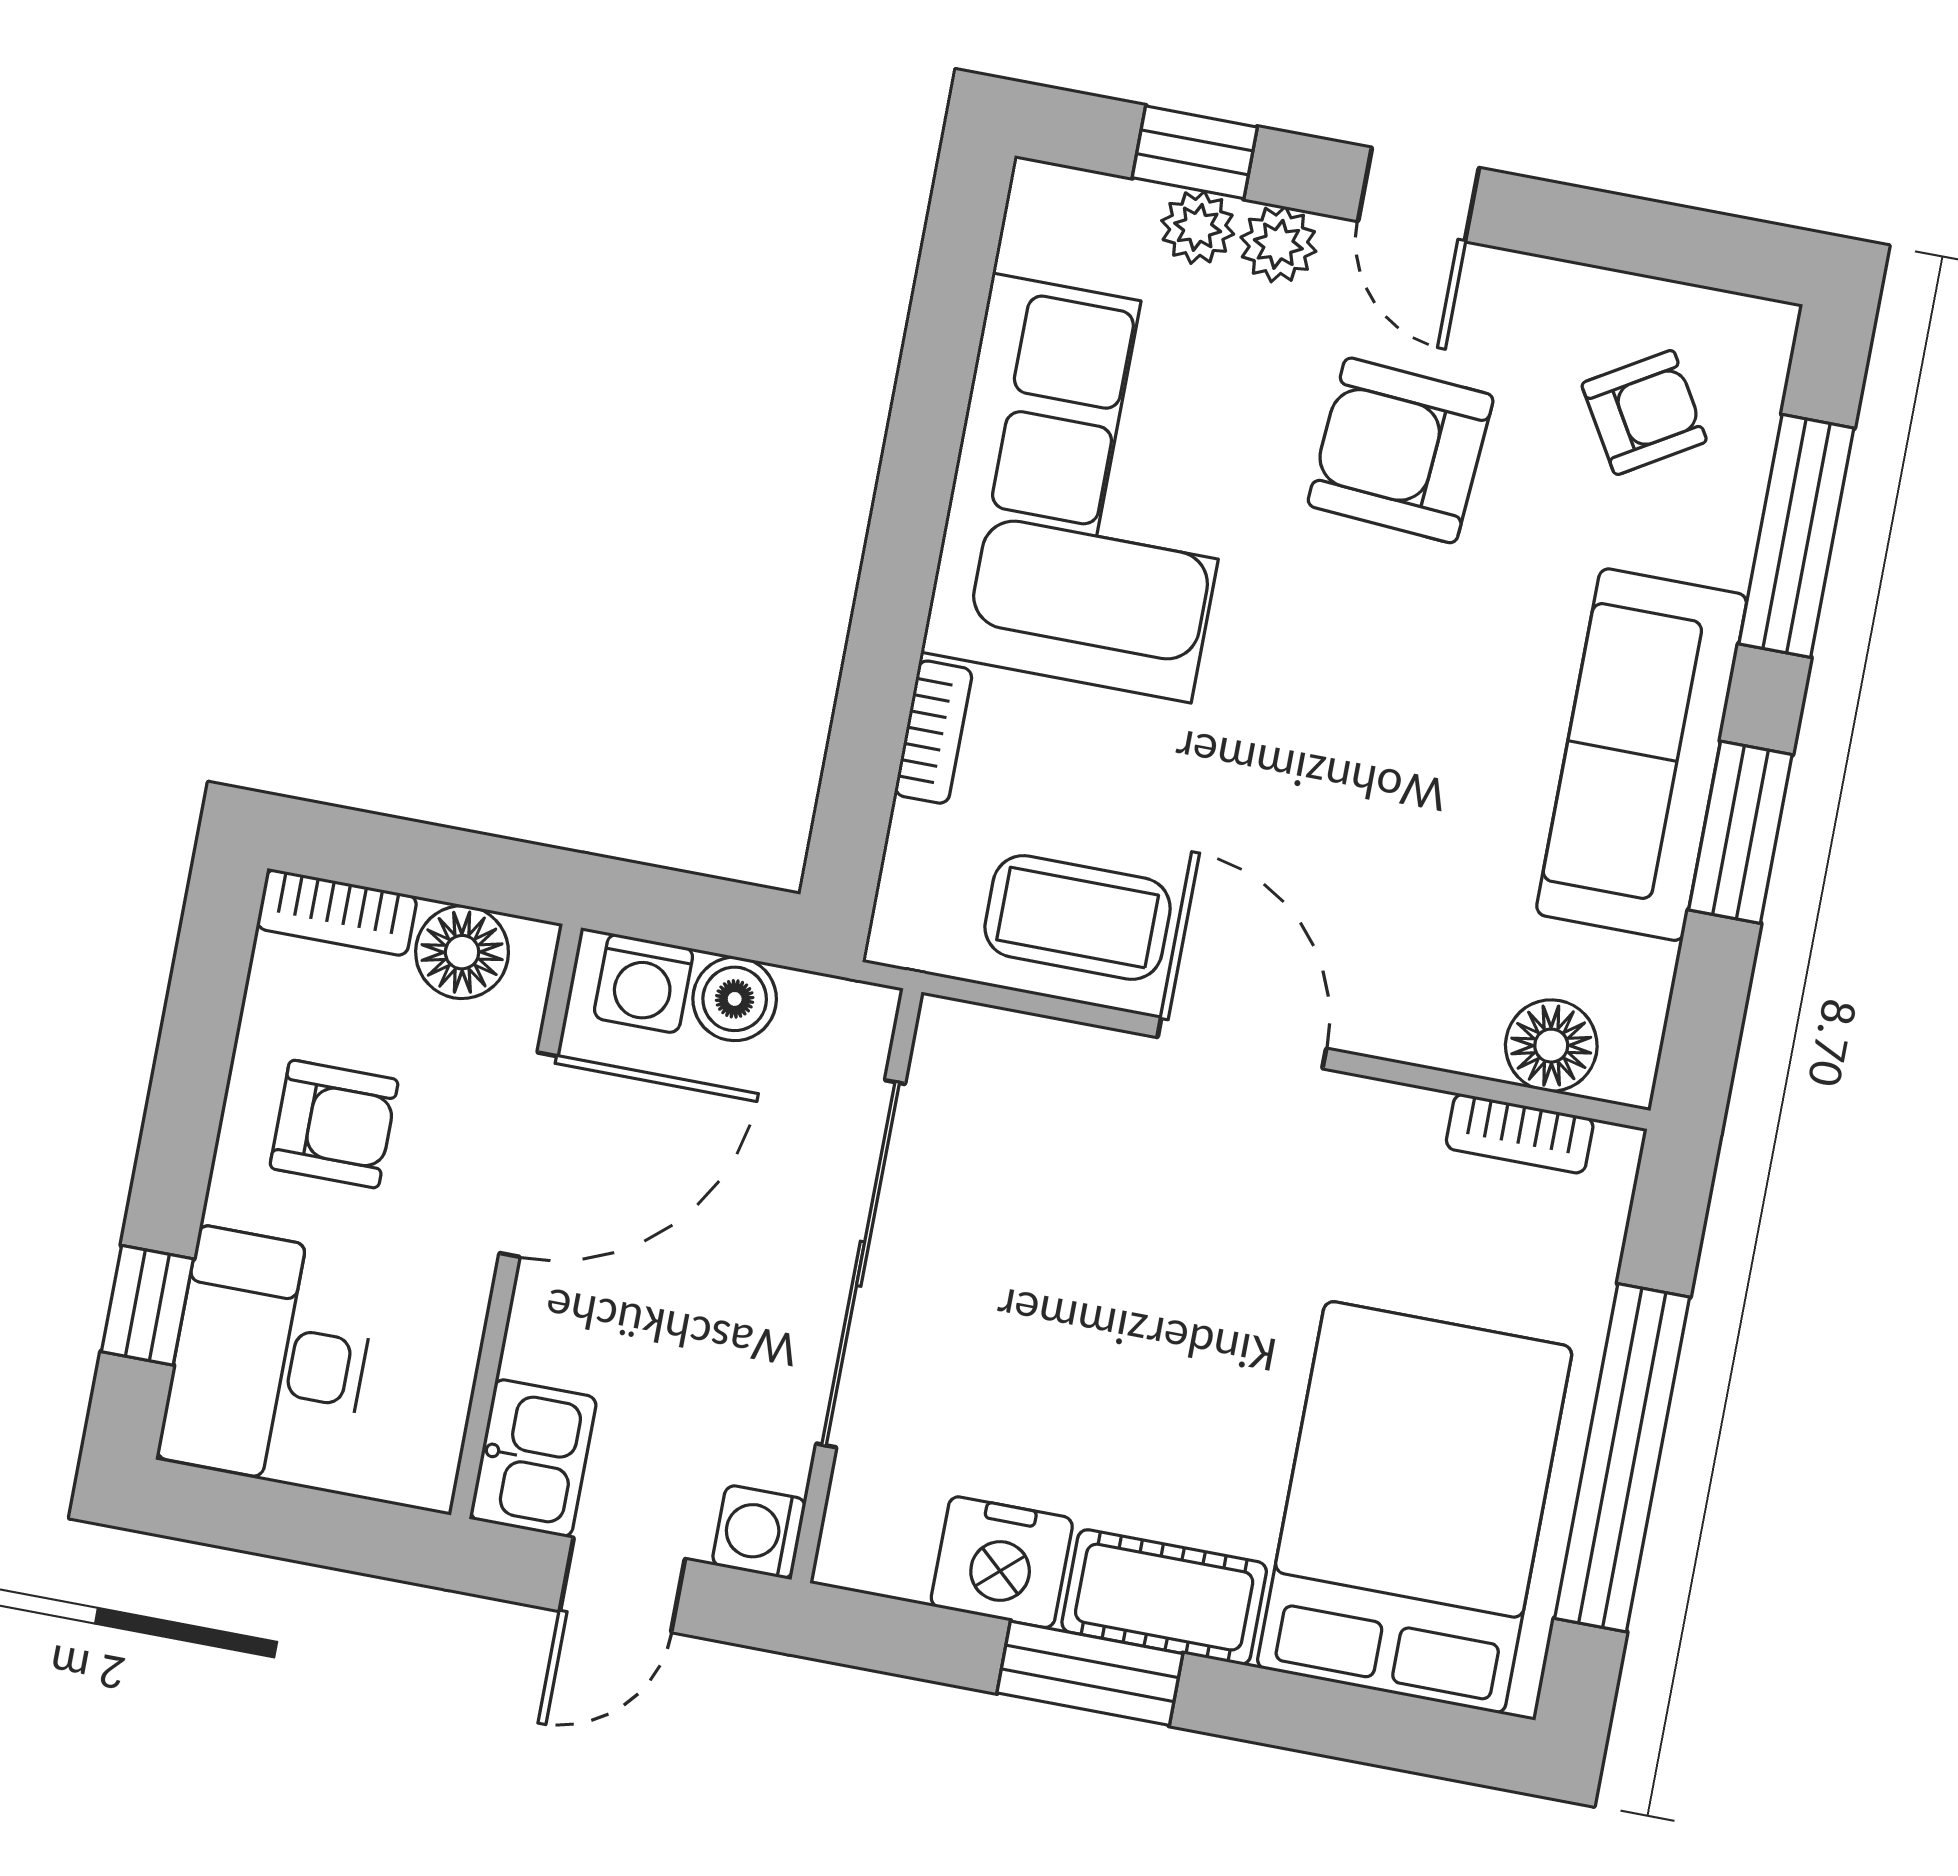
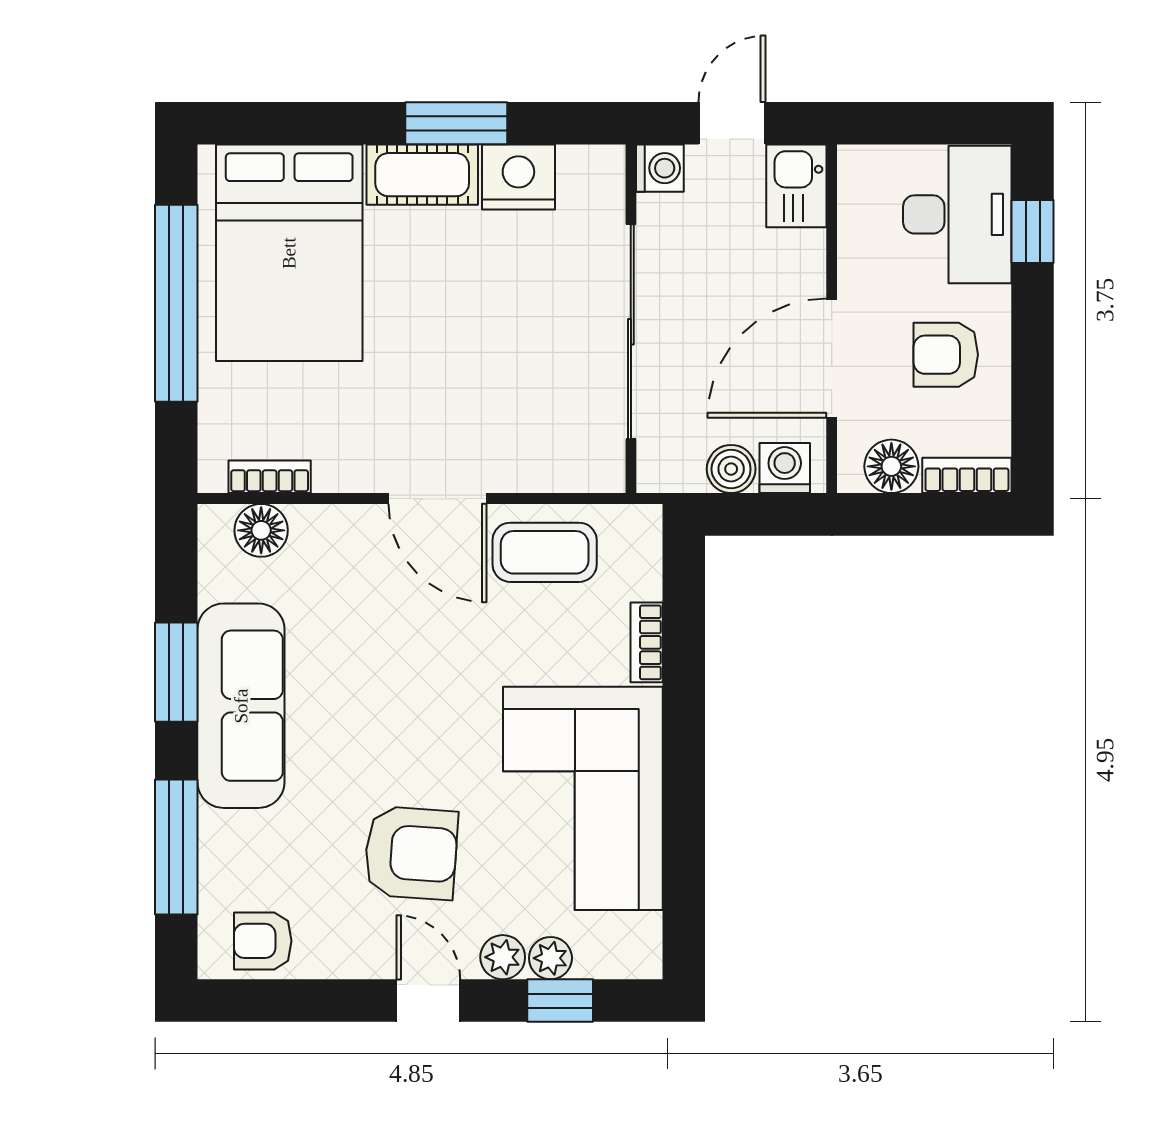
armchair: (1644, 412) -> (263, 941), moved, turned 31

